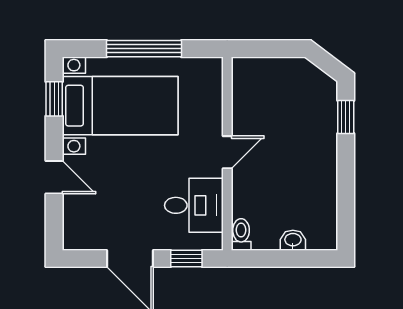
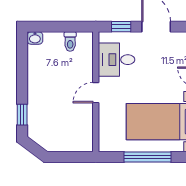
toilet: (241, 234) -> (70, 42), moved
washbasin: (293, 240) -> (35, 38), moved

